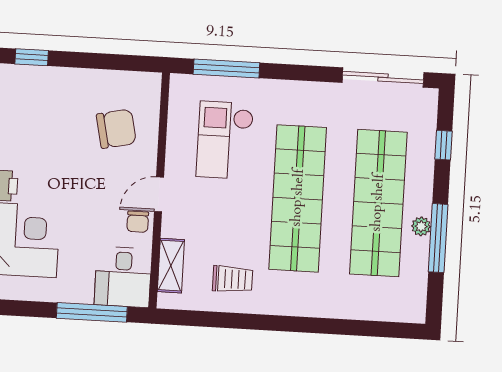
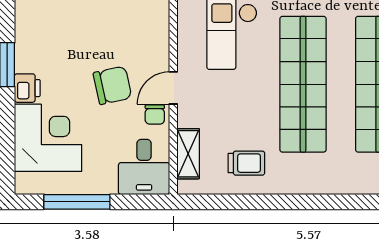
chair: (116, 129) -> (112, 85), moved
window: (92, 312) -> (77, 202), moved

